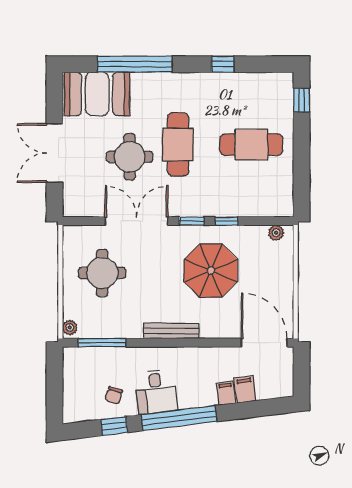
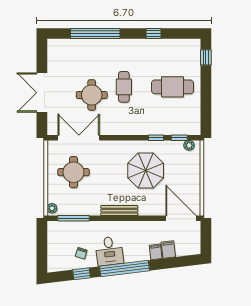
booth: (97, 94) -> (70, 53), removed
cafe table: (178, 145) -> (124, 87), width x0.73, depth x0.74
double door: (137, 221) -> (79, 138), moved
window: (192, 221) -> (179, 138), moved

